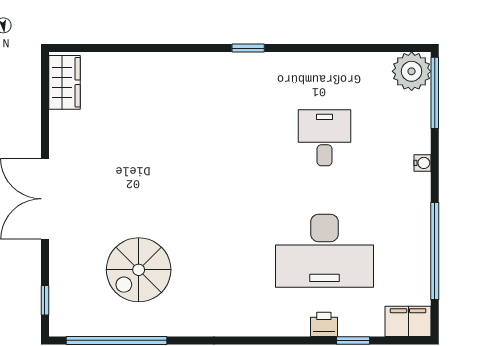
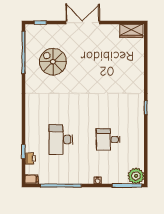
desk: (325, 138) -> (108, 139), turned 180
desk: (325, 251) -> (61, 139), width x0.73, depth x0.77
filing cabinet: (408, 321) -> (31, 179), width x0.50
printer: (324, 324) -> (30, 158), moved

